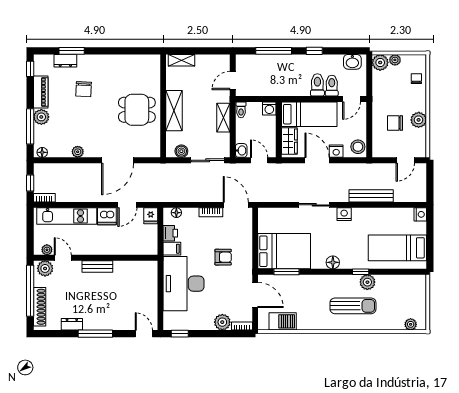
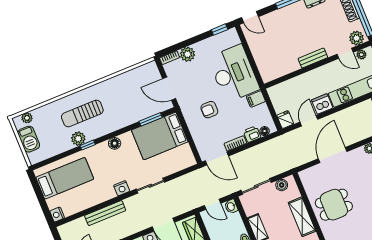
printer: (170, 233) -> (252, 134), moved, turned 90
barbecue: (283, 321) -> (29, 139), moved, turned -90

